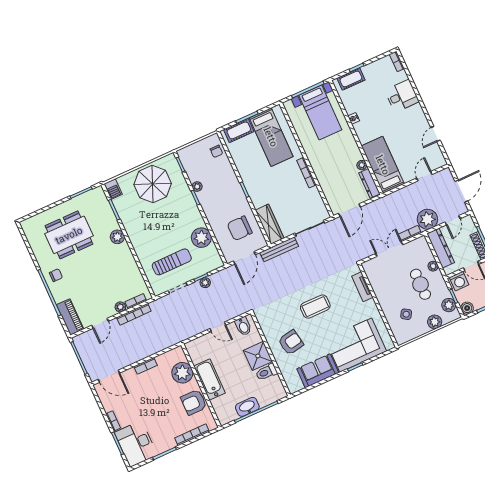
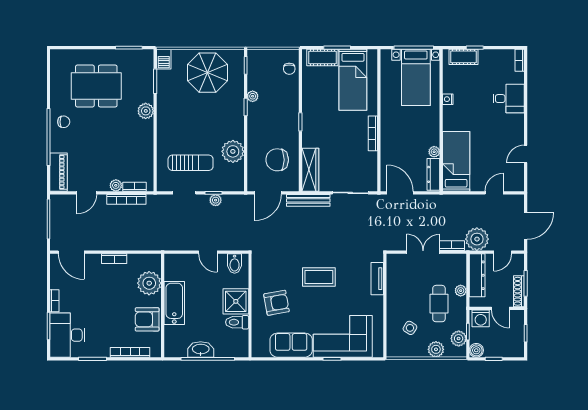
door: (349, 210) -> (400, 193), swing flipped

